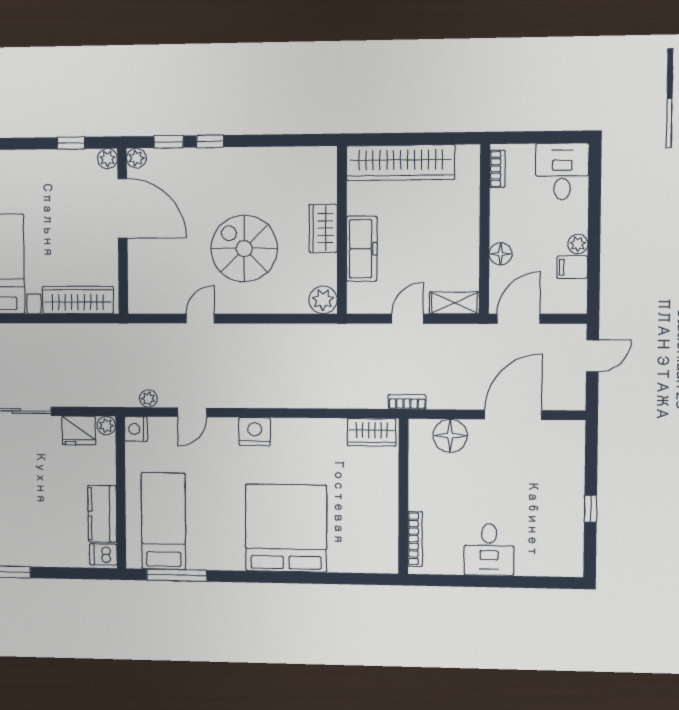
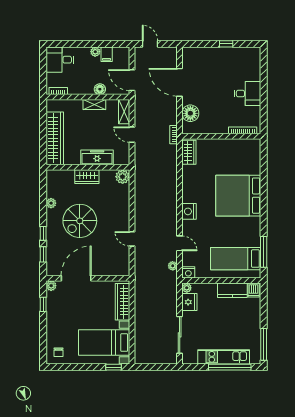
plant: (136, 158) -> (51, 203), moved
shelving: (469, 243) -> (94, 104), added
spiral stairs: (244, 249) -> (80, 221), moved

